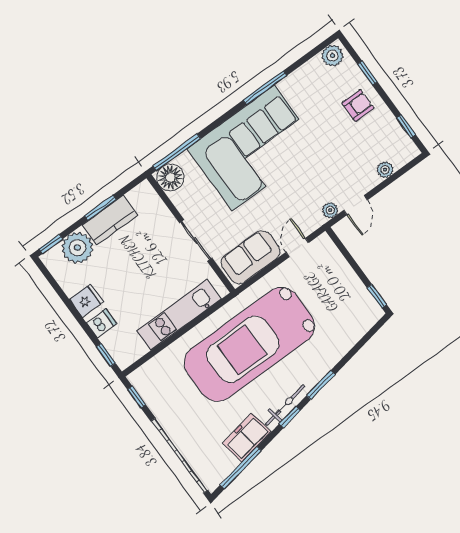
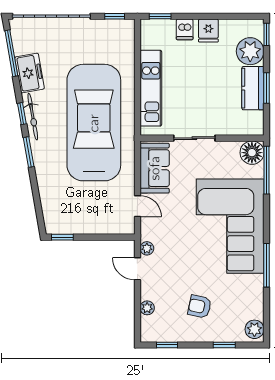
armchair: (358, 105) -> (200, 307), moved, turned 102

